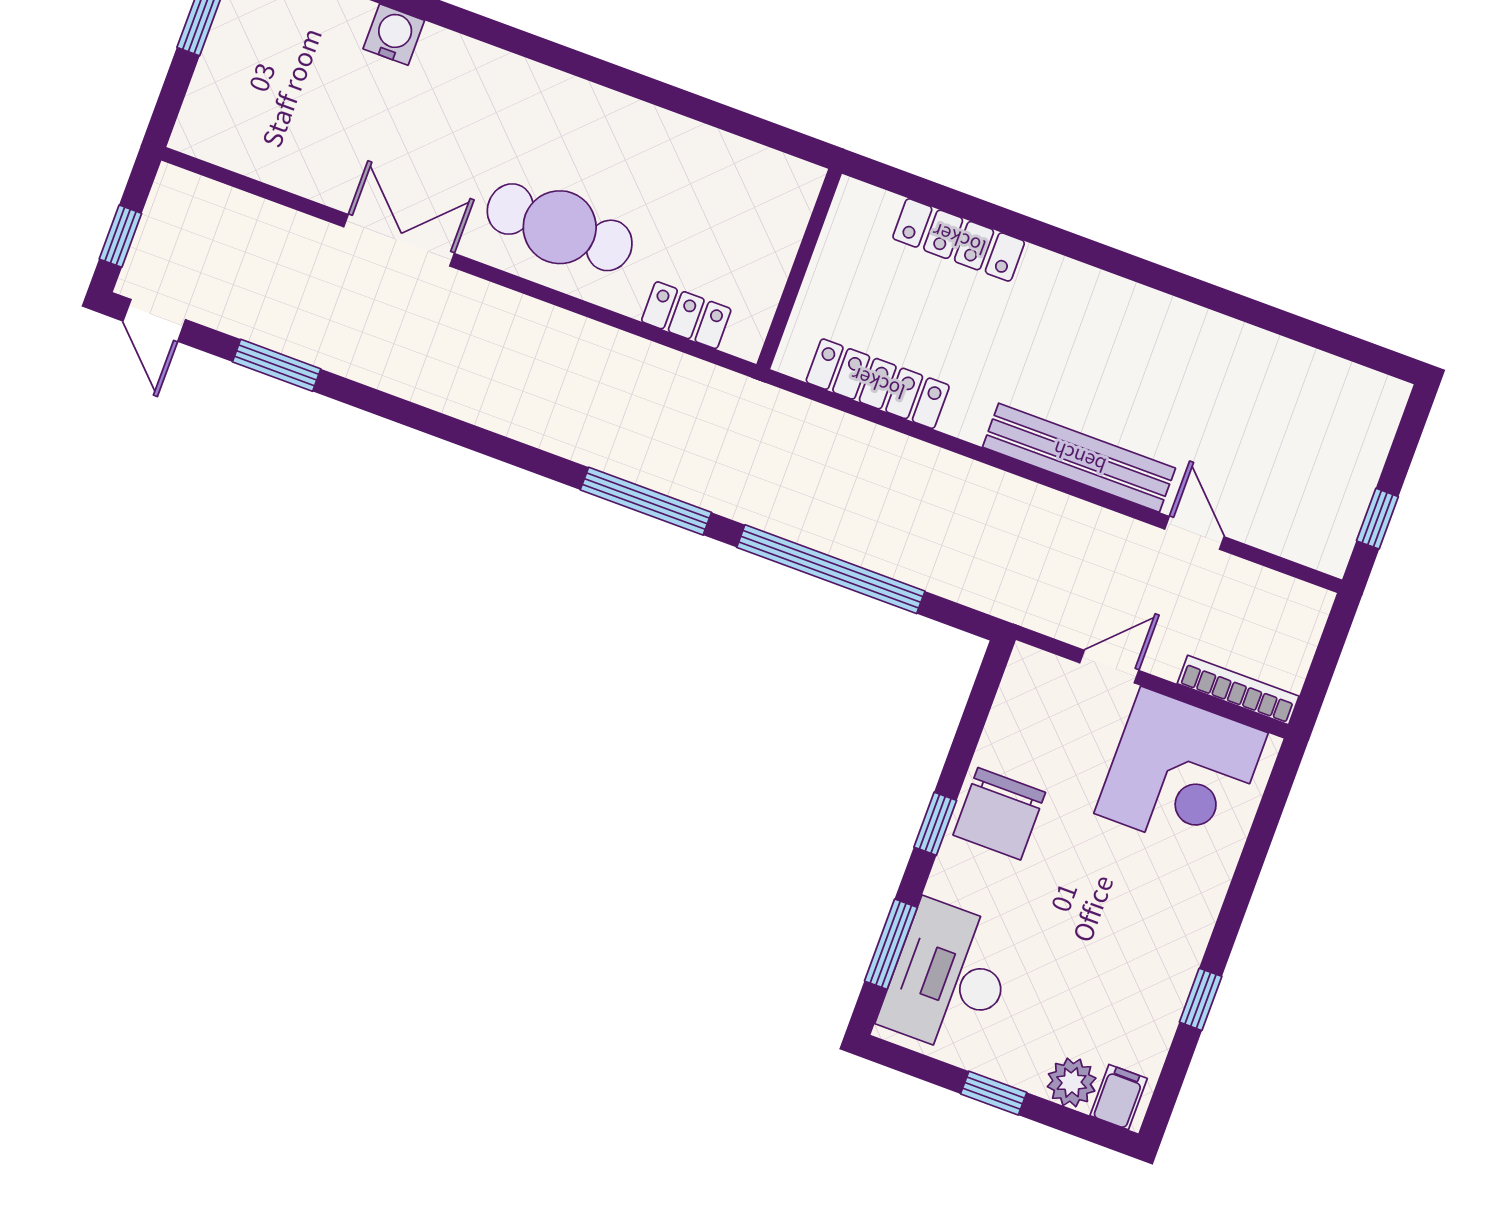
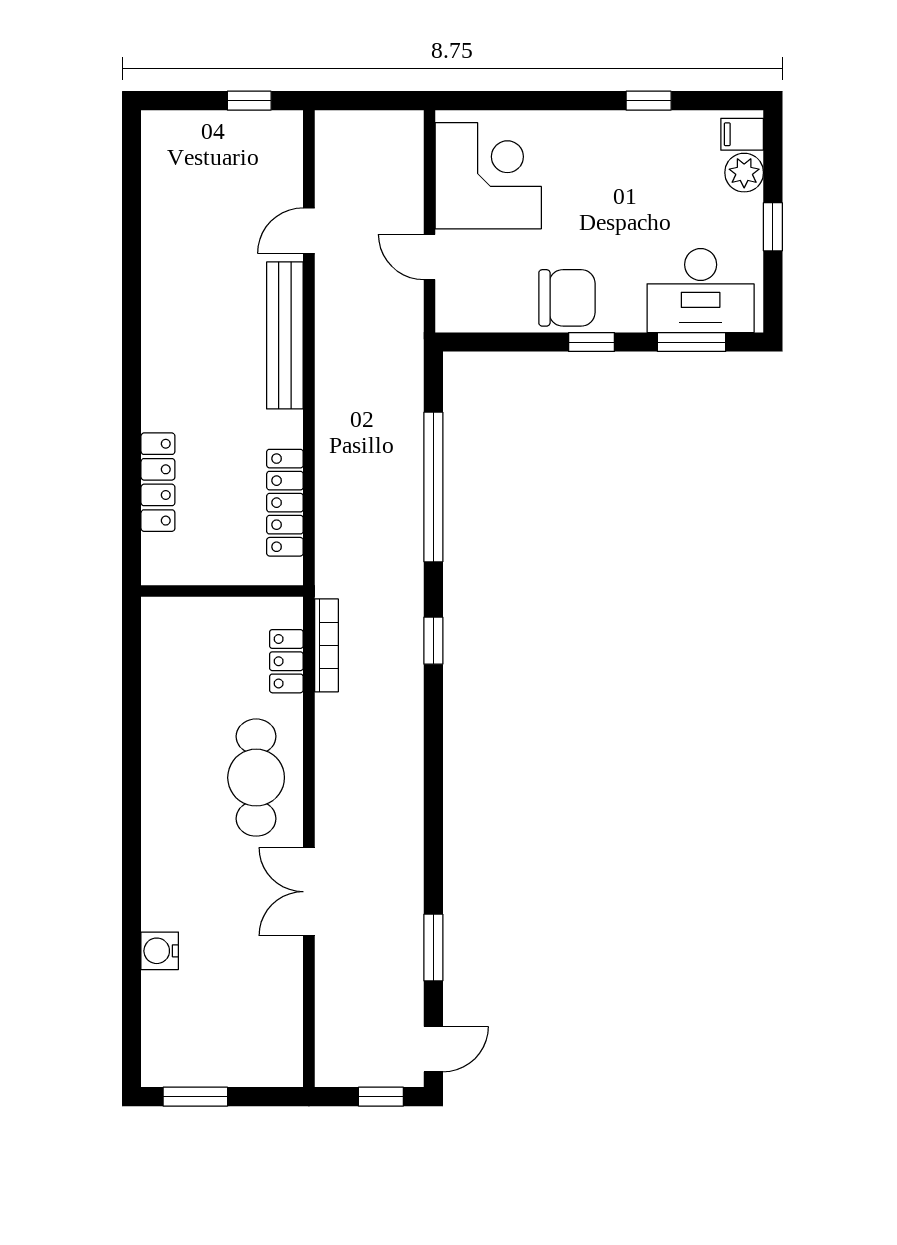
window: (646, 501) -> (433, 641), width x0.46
bookcase: (1238, 690) -> (326, 645), moved, turned 180

